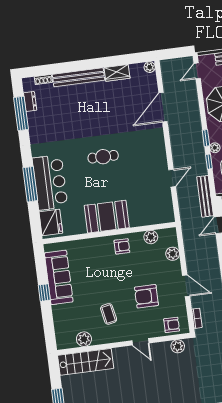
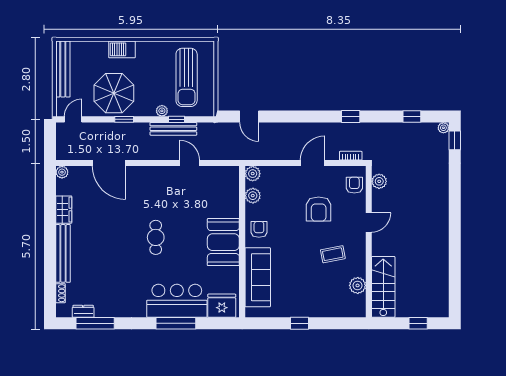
door: (197, 71) -> (73, 119), swing flipped
window: (206, 138) -> (124, 119), moved
bench: (205, 196) -> (173, 129), moved
plant: (173, 254) -> (253, 174), moved
sofa: (59, 277) -> (258, 277), moved, turned 90

